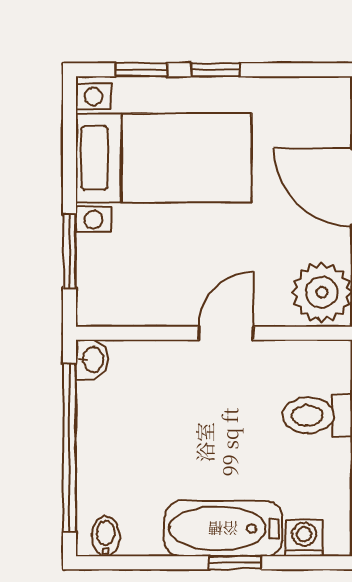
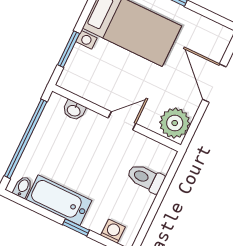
washbasin: (92, 360) -> (74, 110), moved, turned 90
bathtub: (223, 529) -> (59, 200), moved

